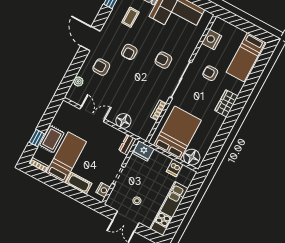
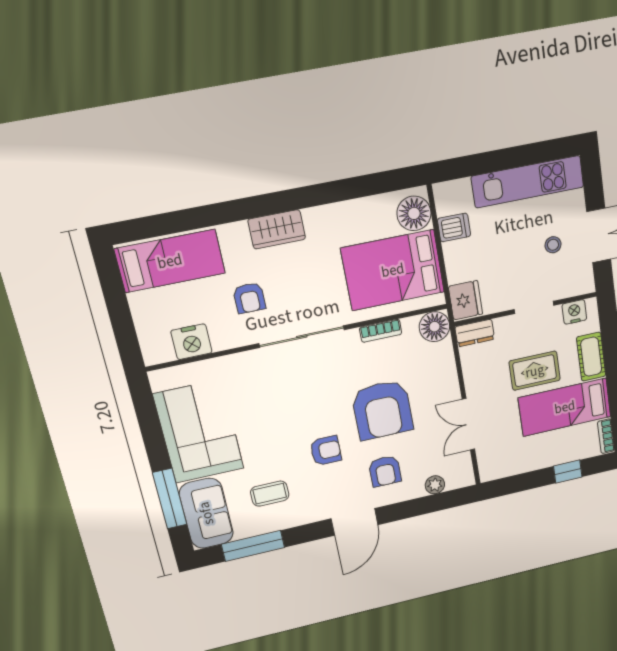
armchair: (163, 60) -> (382, 410), moved, width x1.88, depth x1.88
floor lamp: (123, 121) -> (434, 327), moved
rug: (52, 139) -> (535, 371), moved

